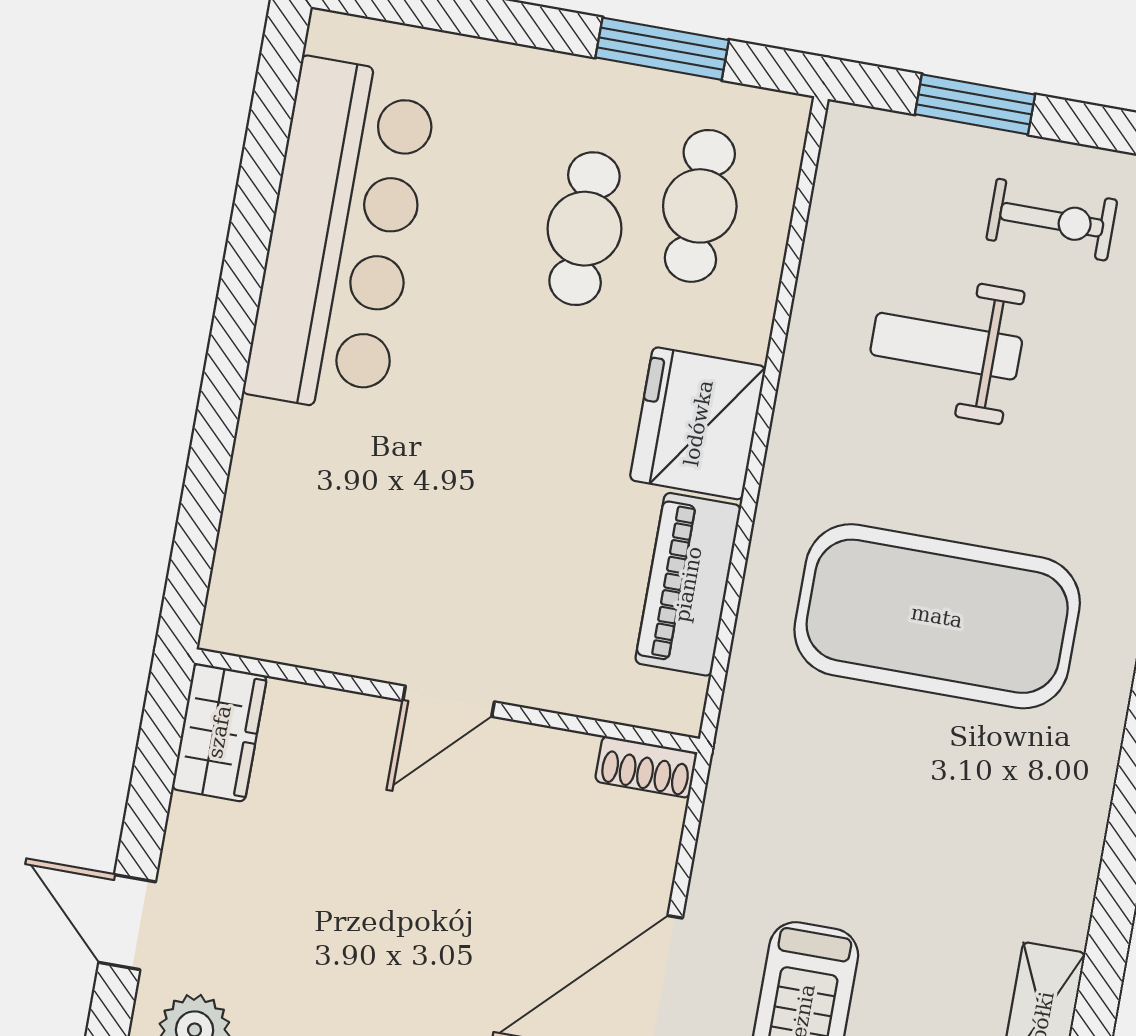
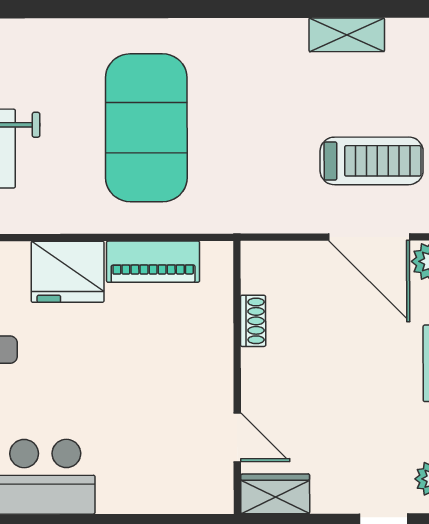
door: (449, 701) -> (237, 437), moved
shoe rack: (646, 767) -> (253, 321), moved

